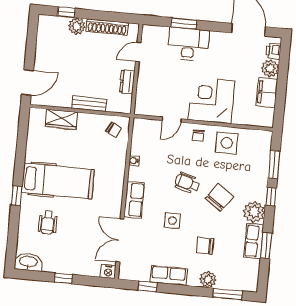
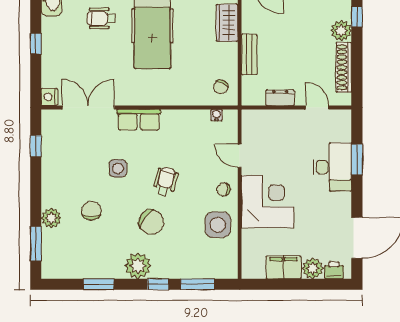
water cooler: (134, 161) -> (216, 115), moved
row of seats: (254, 241) -> (103, 269), removed
row of seats: (169, 275) -> (52, 170), removed

